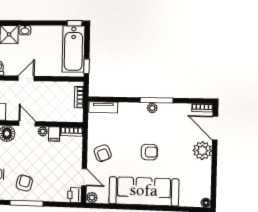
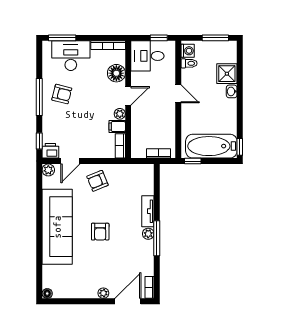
tv unit: (103, 107) -> (148, 211), moved
plant: (202, 151) -> (103, 293), width x0.53, depth x0.53
window: (66, 205) -> (39, 141), added

